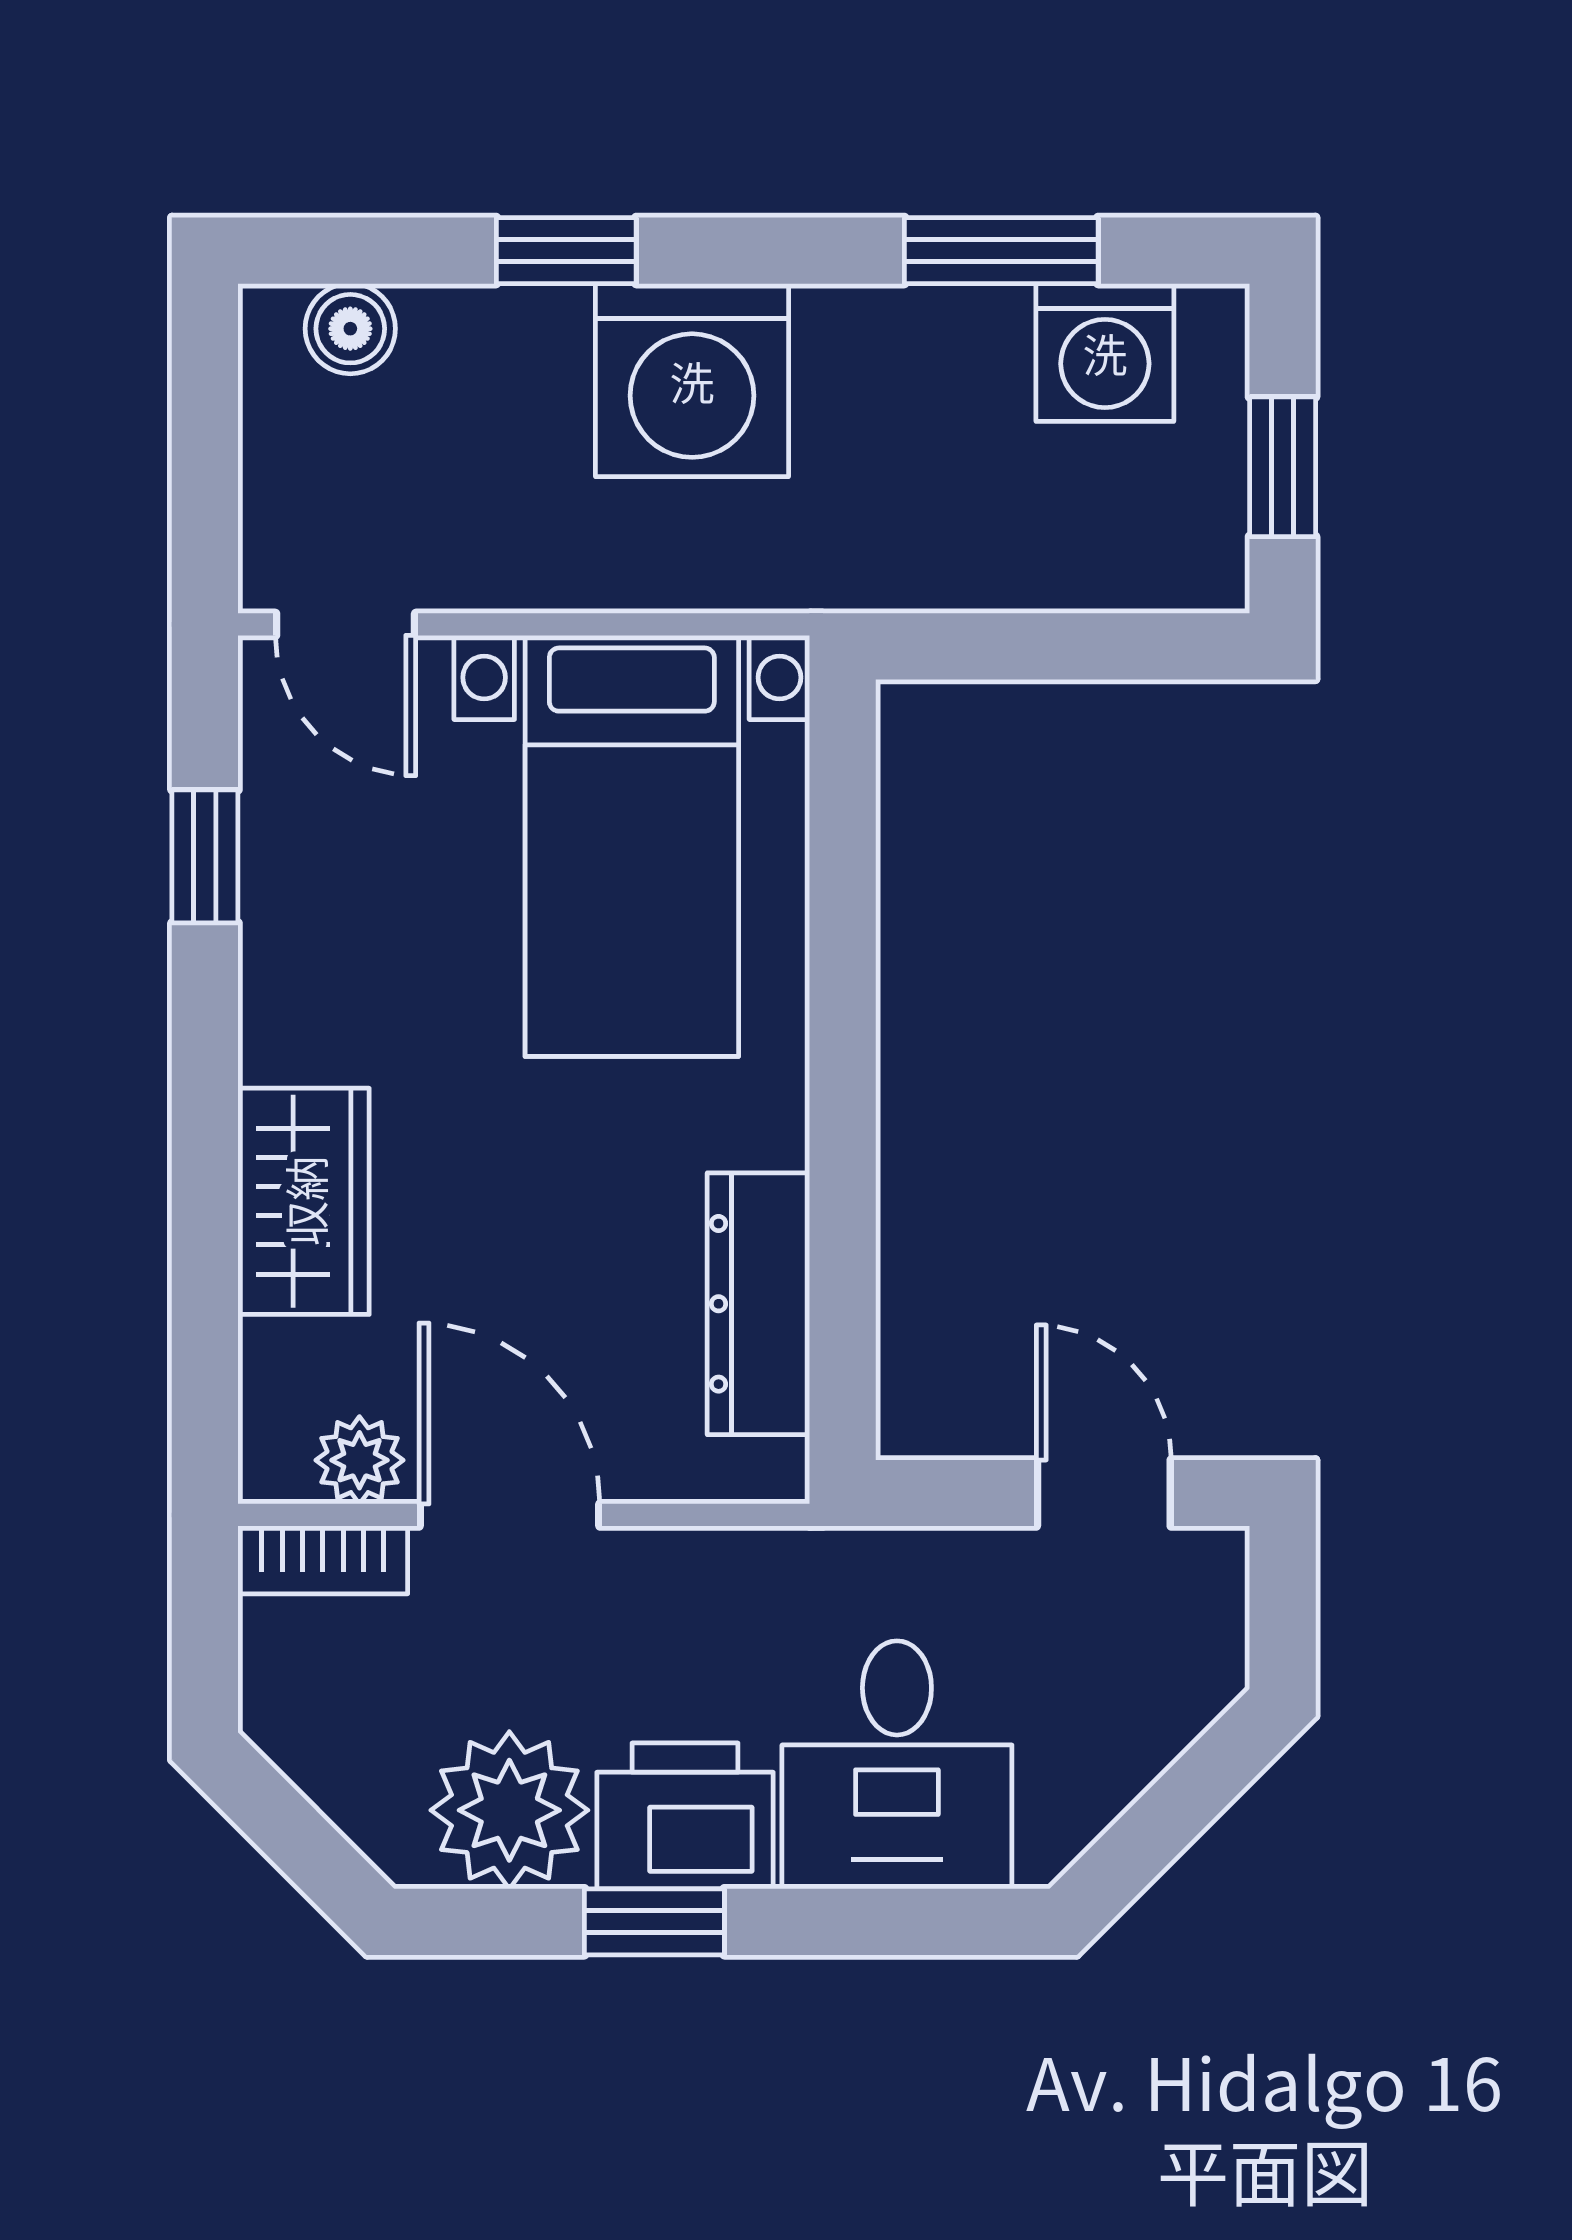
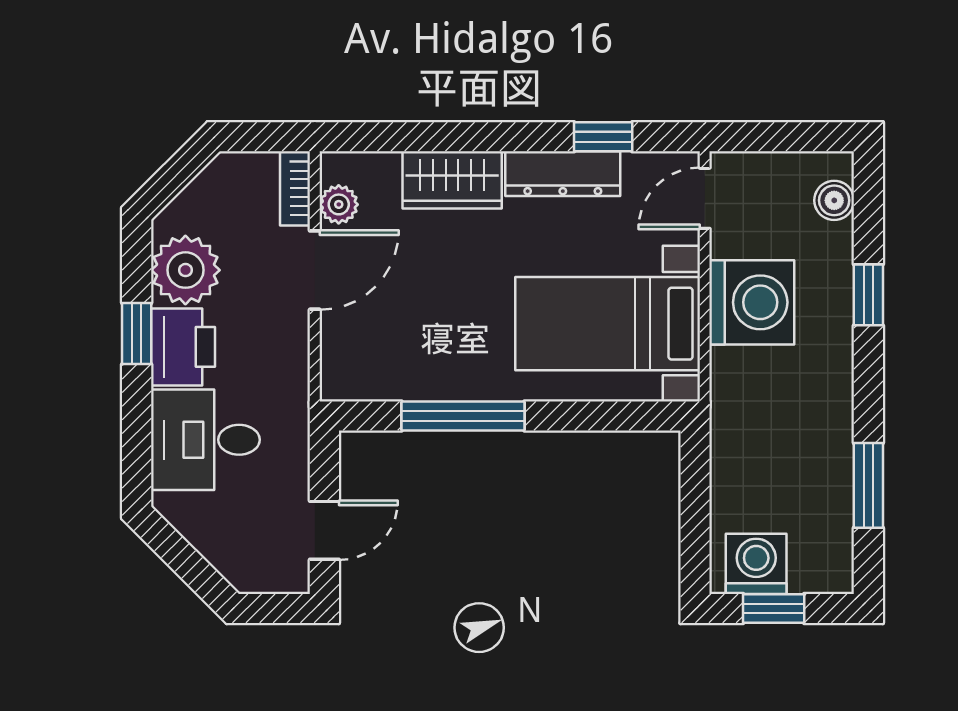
washing machine: (1105, 352) -> (756, 564), moved, turned 90
washing machine: (692, 380) -> (752, 302), moved, turned 180
window: (843, 1176) -> (463, 416), added
dresser: (758, 1304) -> (563, 174), moved, turned 180

